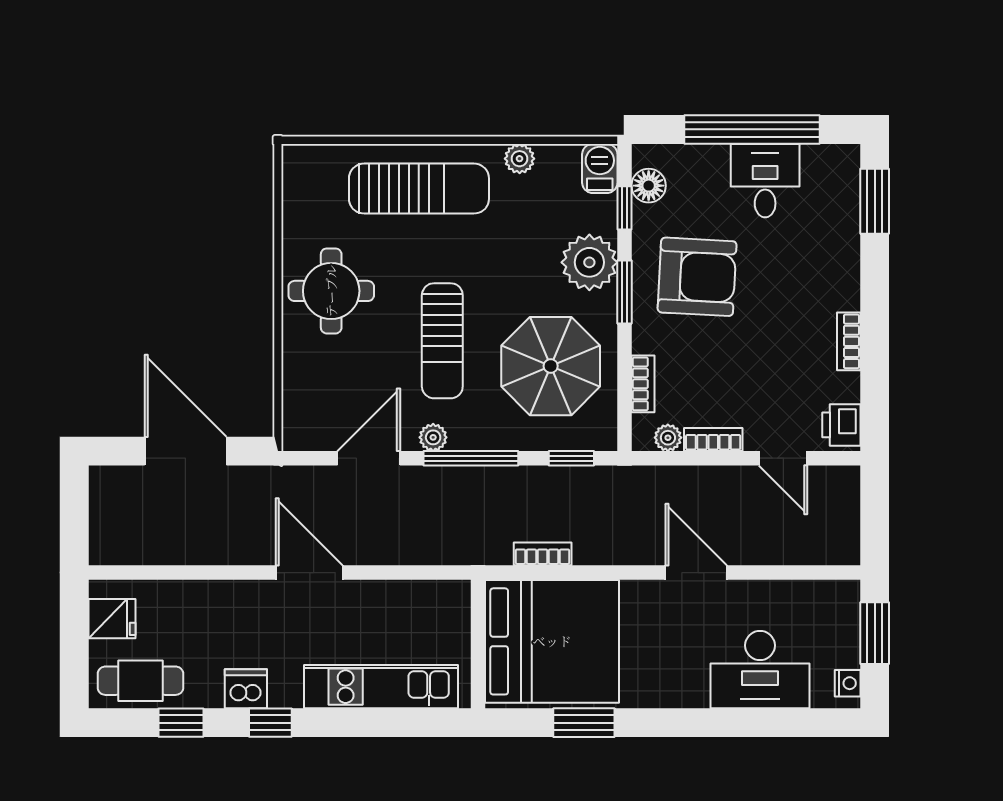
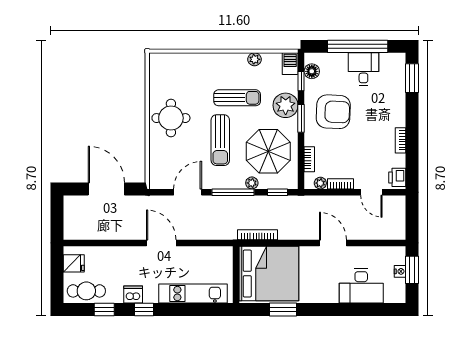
sun lounger: (419, 189) -> (237, 98), moved, width x0.73, depth x0.75
plant: (433, 437) -> (252, 183), moved
bookcase: (543, 554) -> (258, 235), width x1.56
nightstand: (848, 683) -> (400, 271), moved

